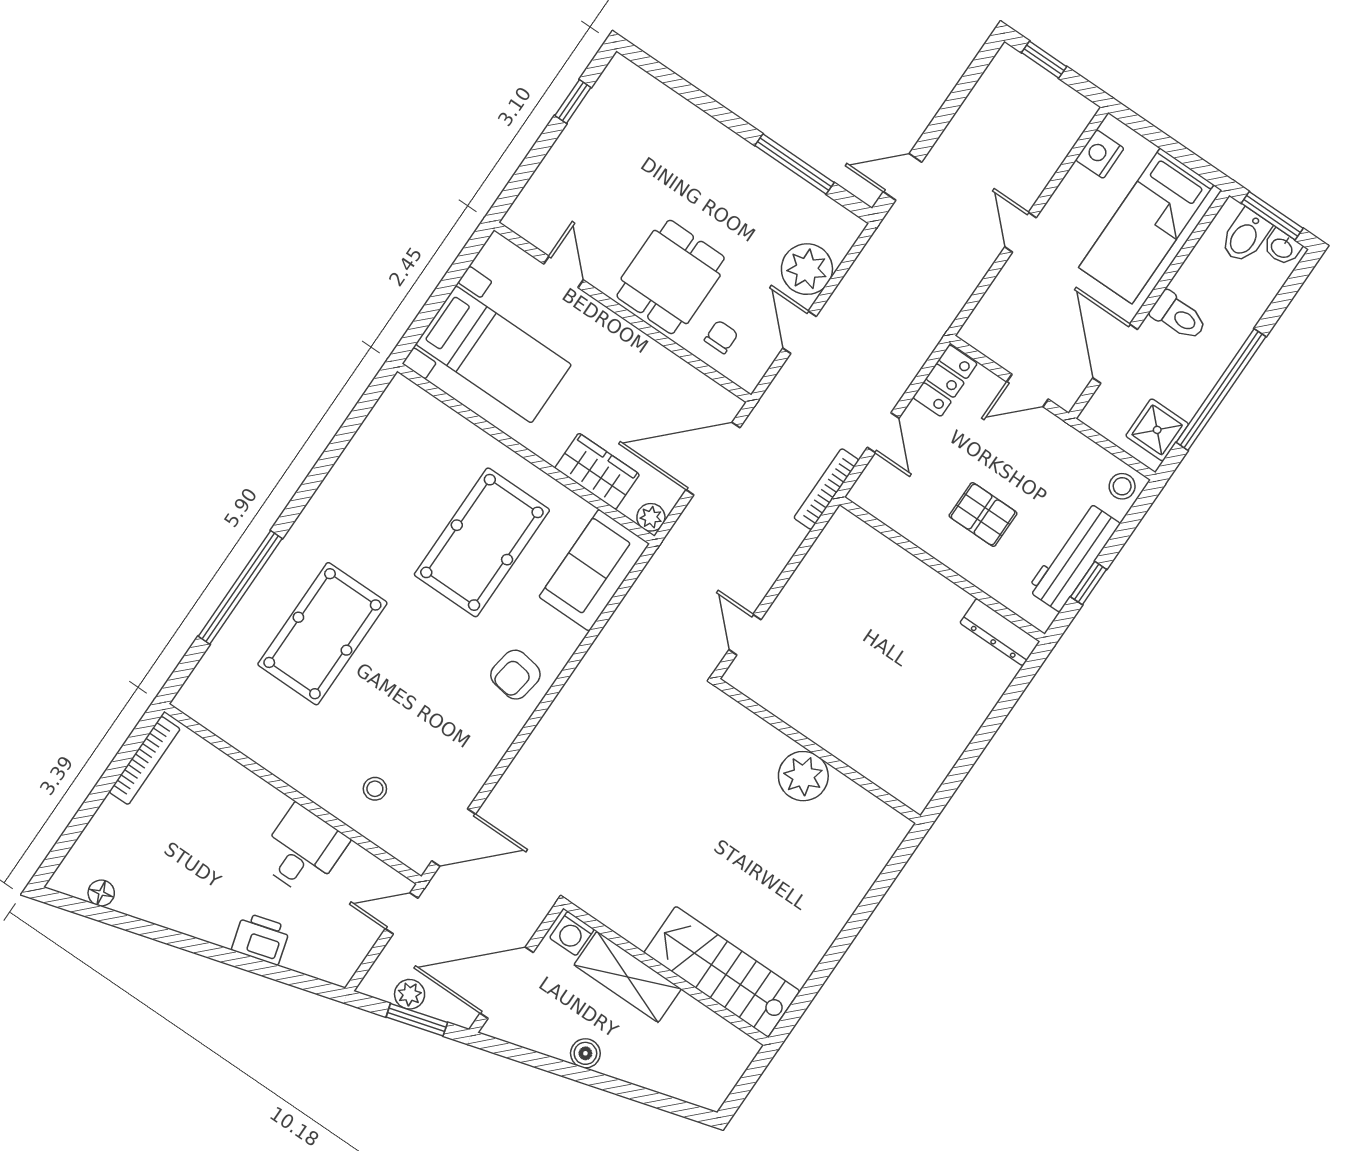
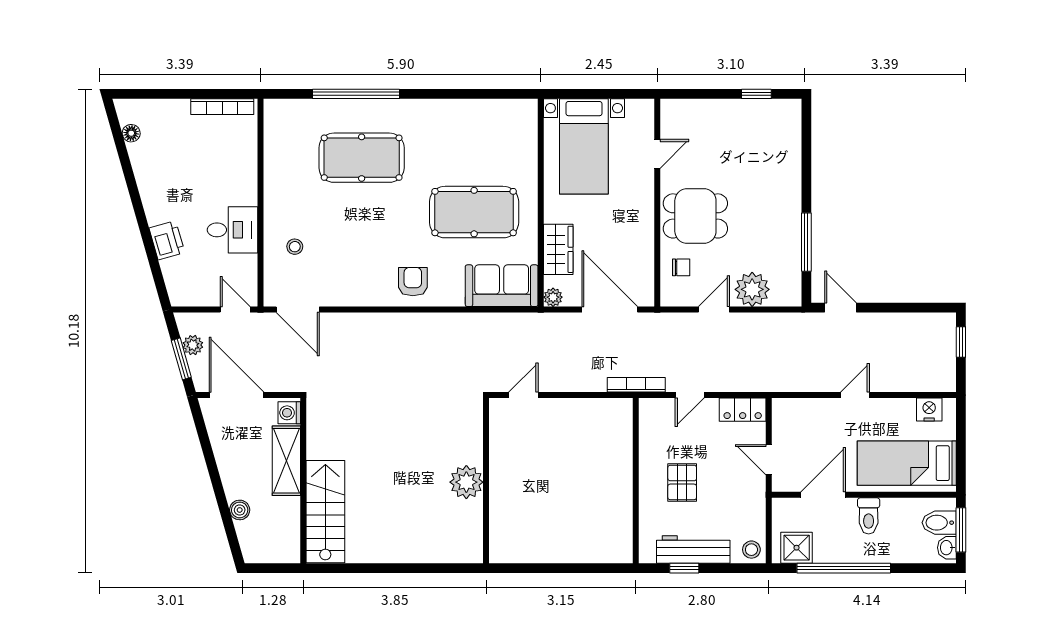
dresser: (1000, 632) -> (623, 537), removed
armchair: (515, 675) -> (413, 282), turned 81
boiler: (585, 1053) -> (240, 510), moved

